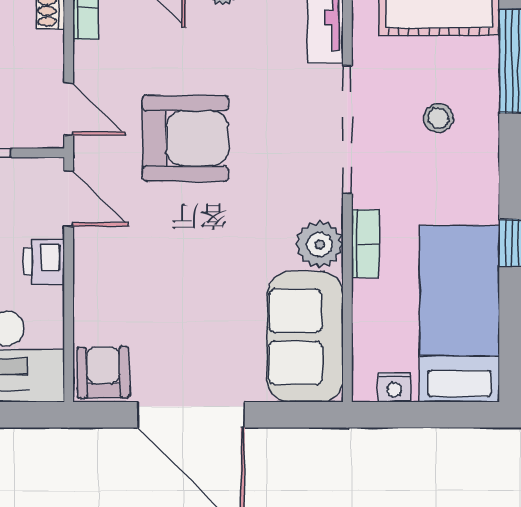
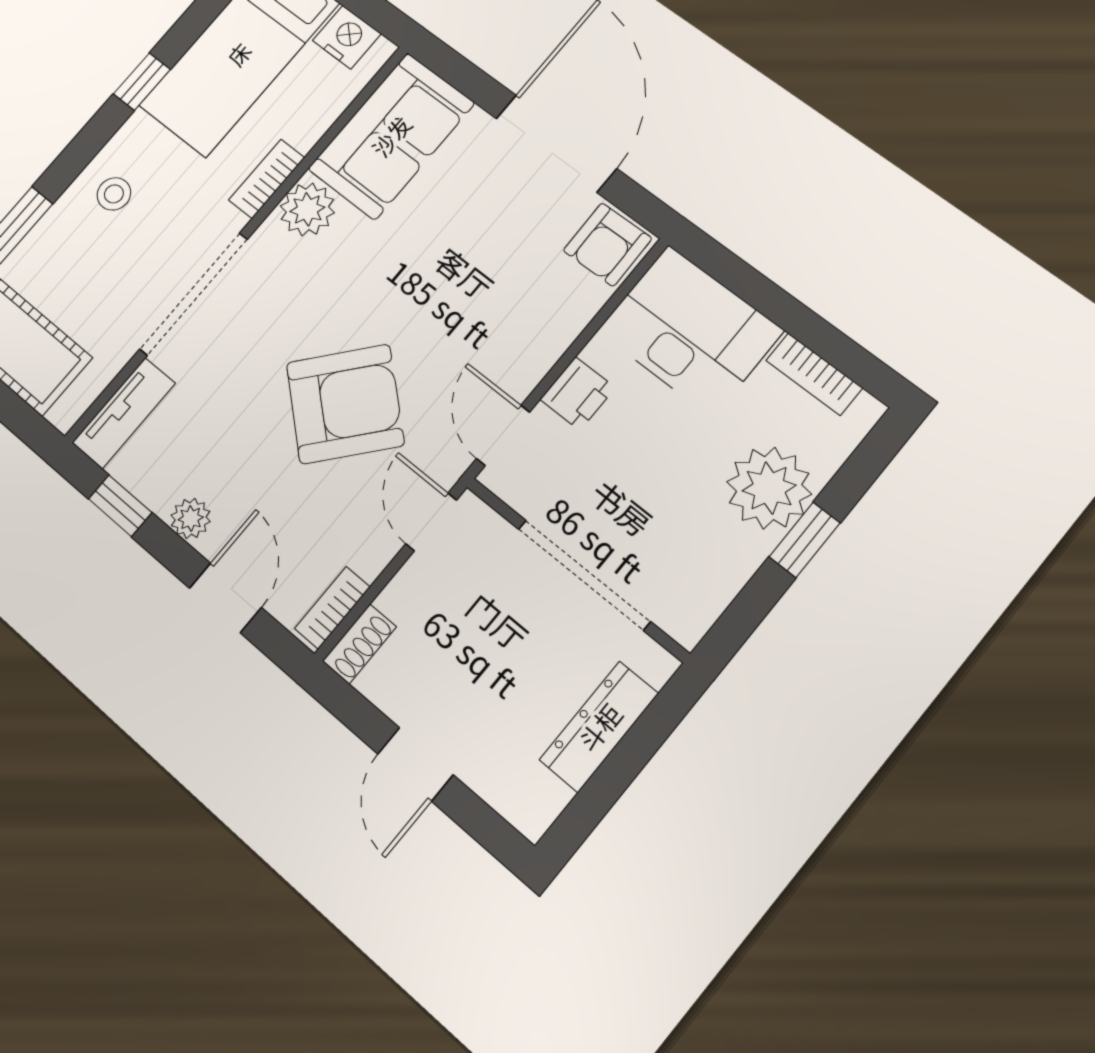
stool: (438, 118) -> (114, 194), moved
armchair: (185, 138) -> (345, 404), turned 131
nightstand: (394, 387) -> (347, 37), width x1.39, depth x1.35

